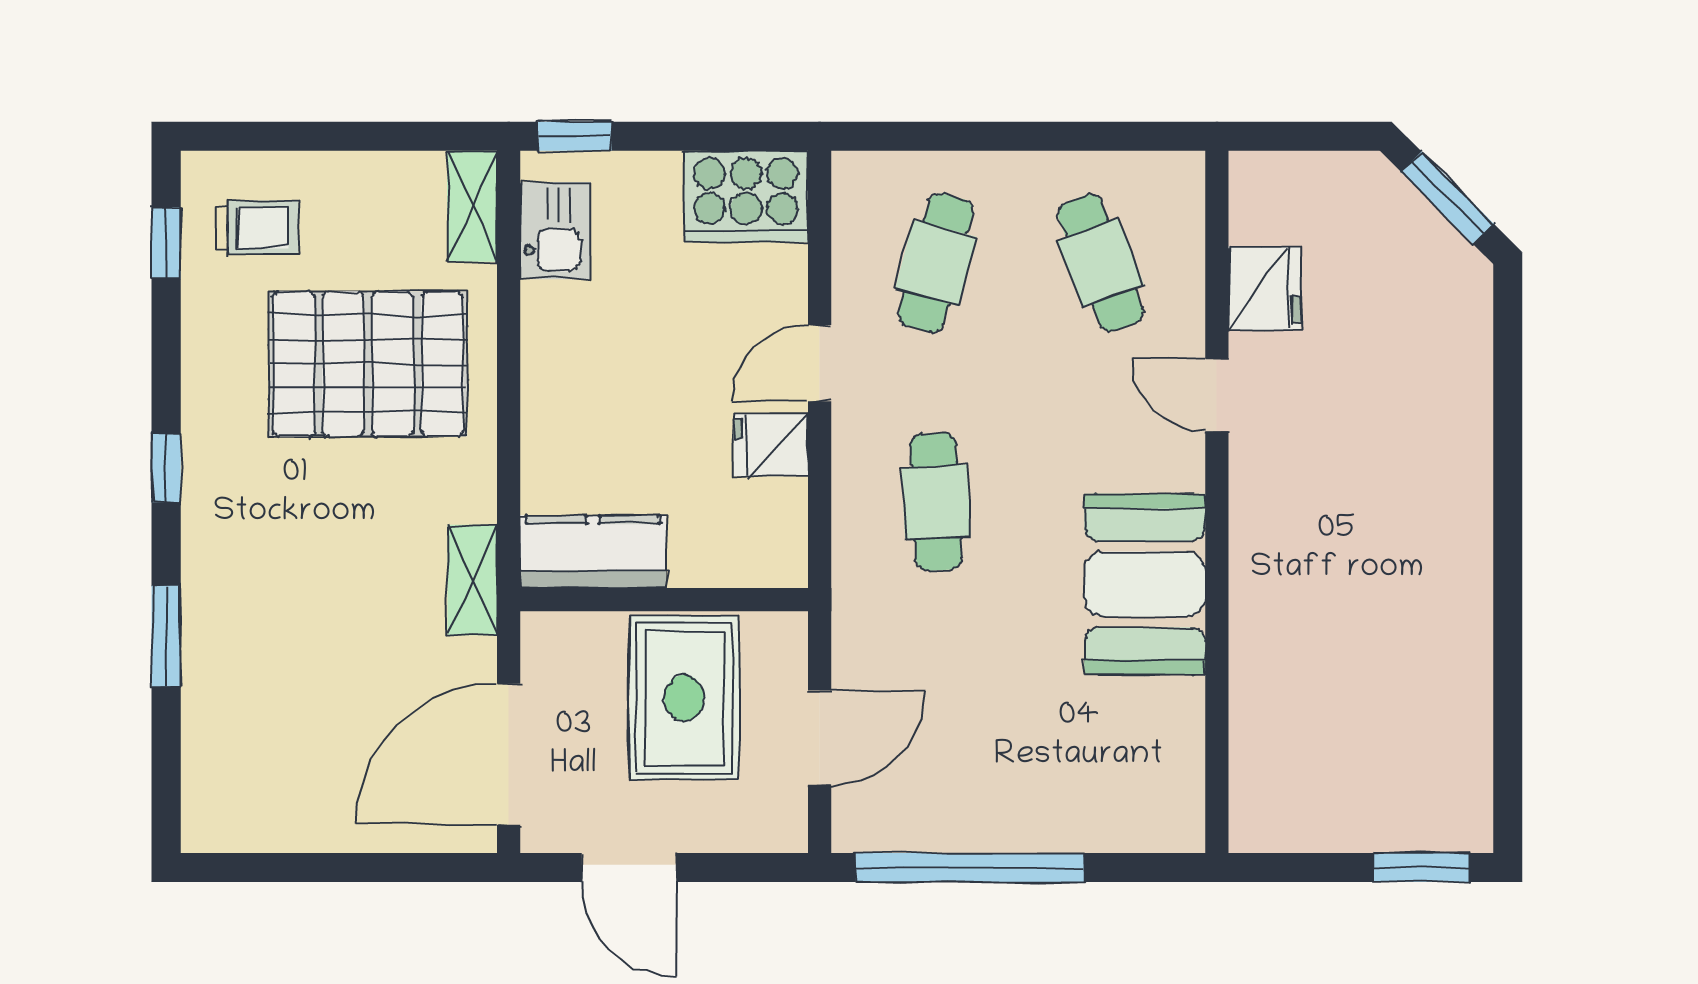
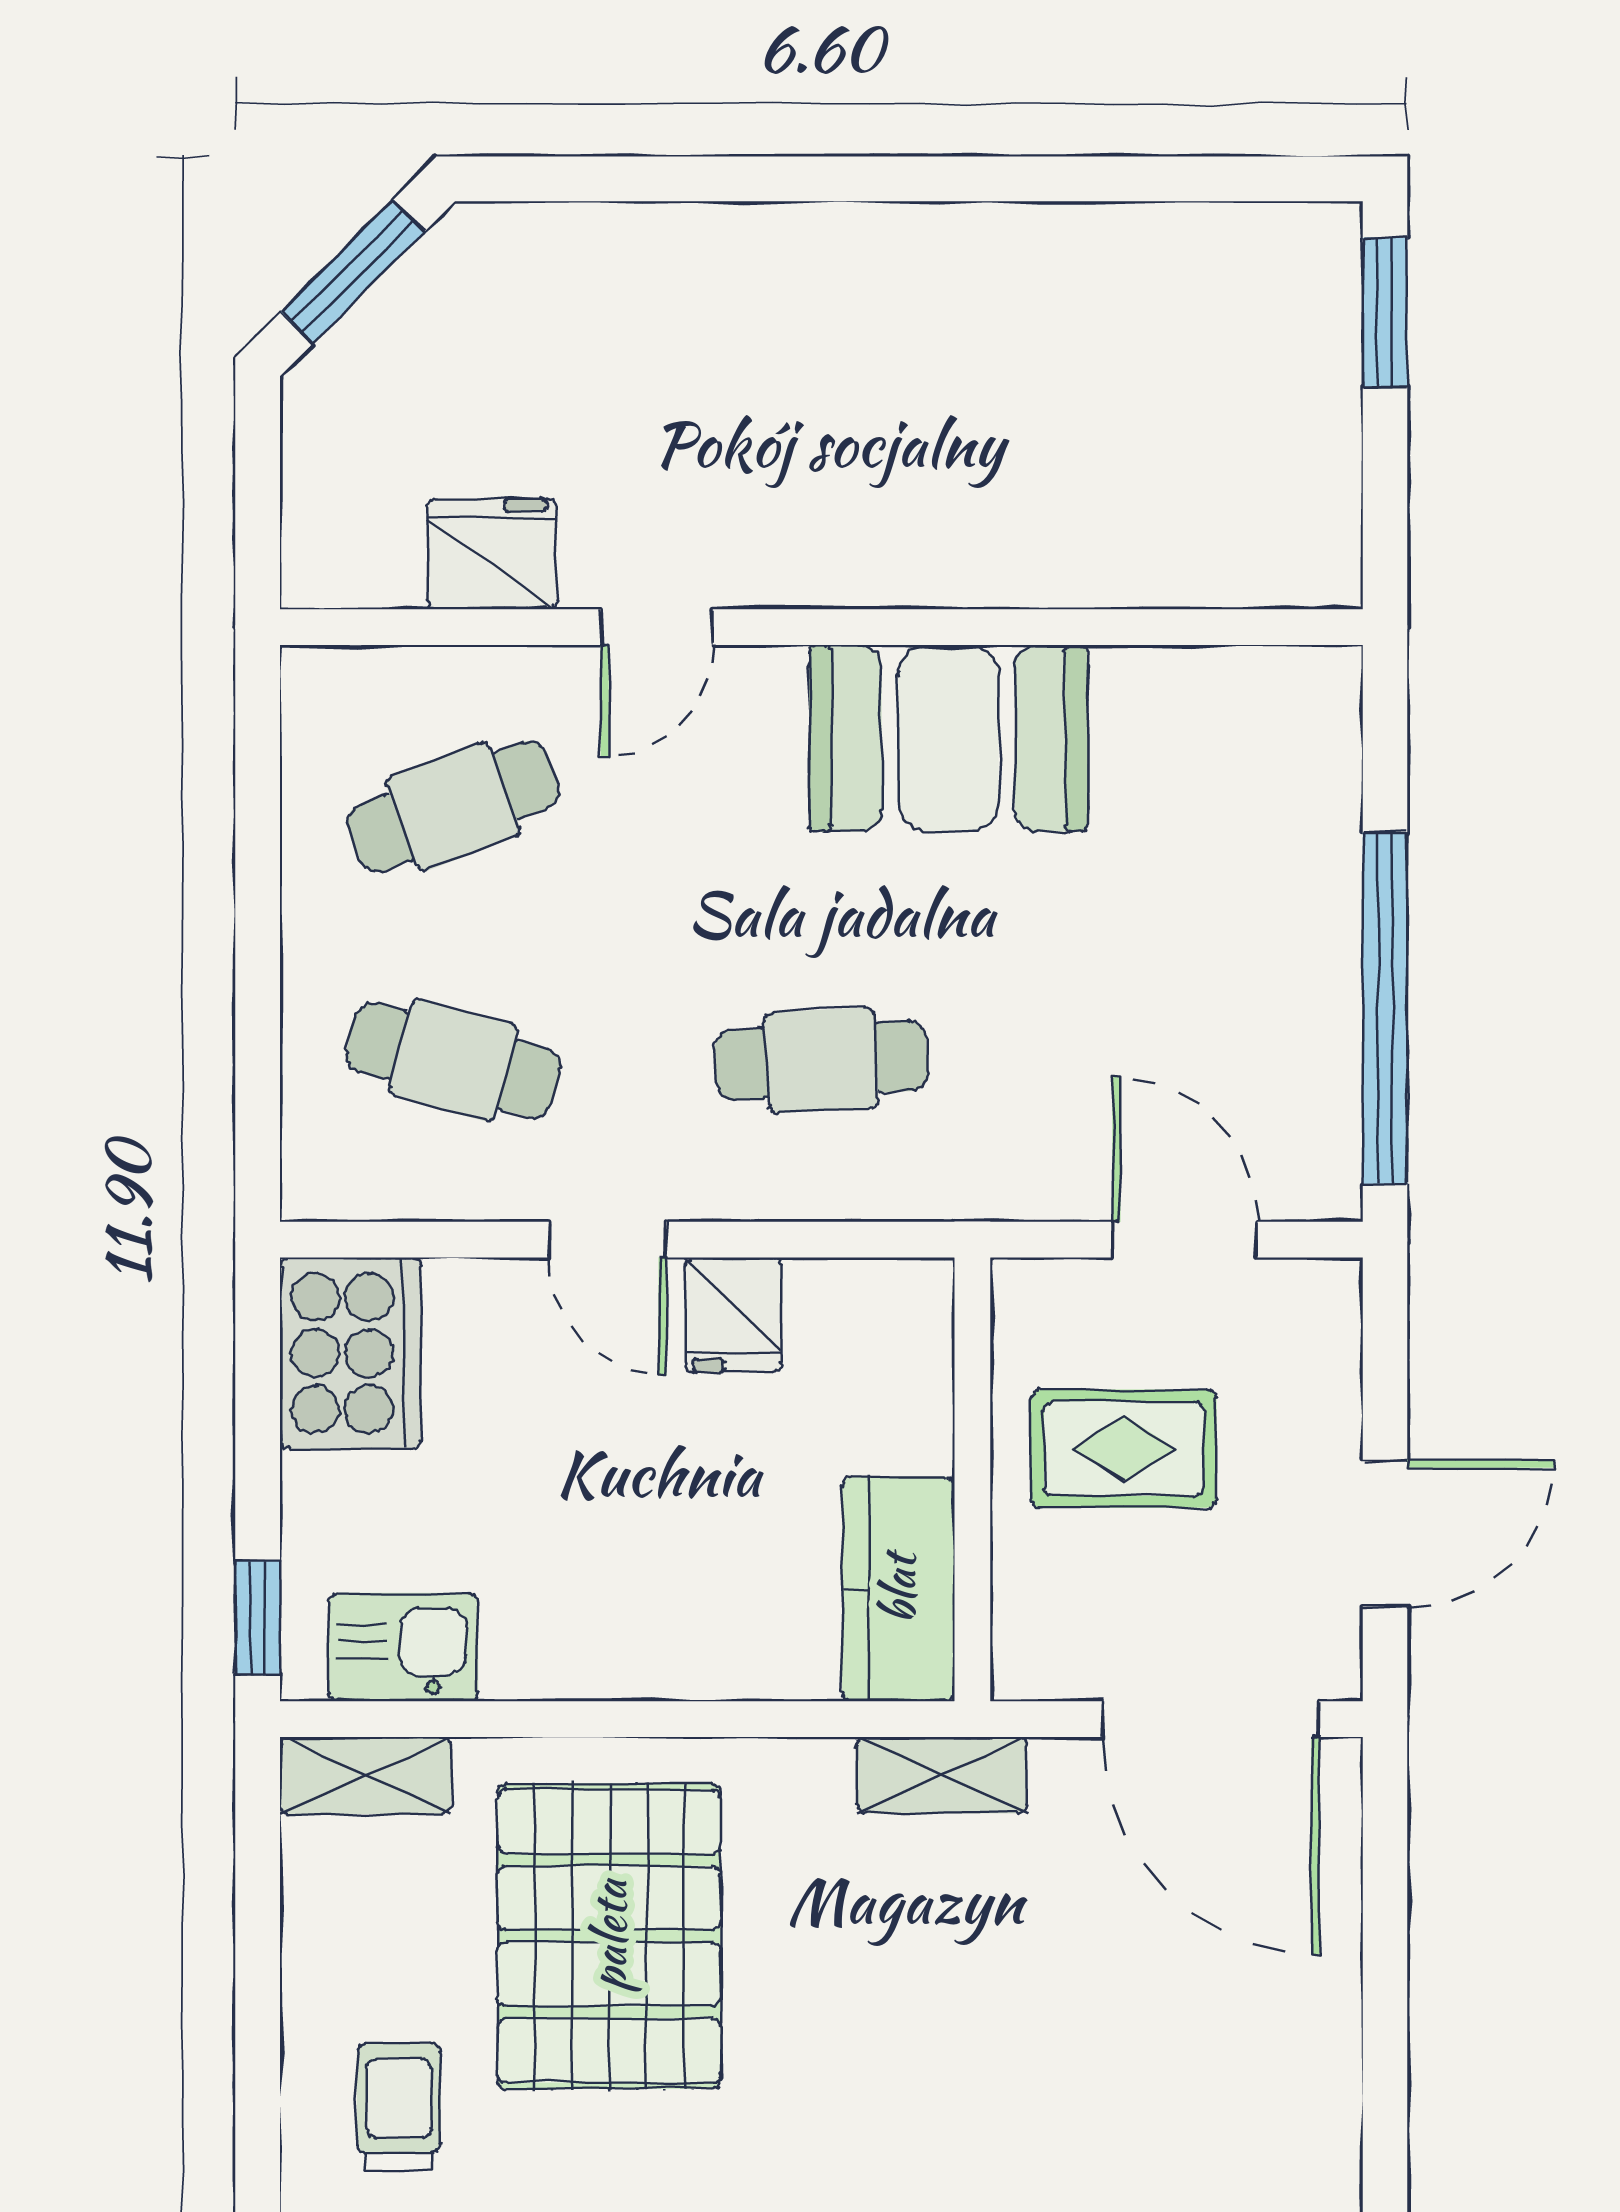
rug: (684, 698) -> (1124, 1449), width x0.73, depth x0.70

